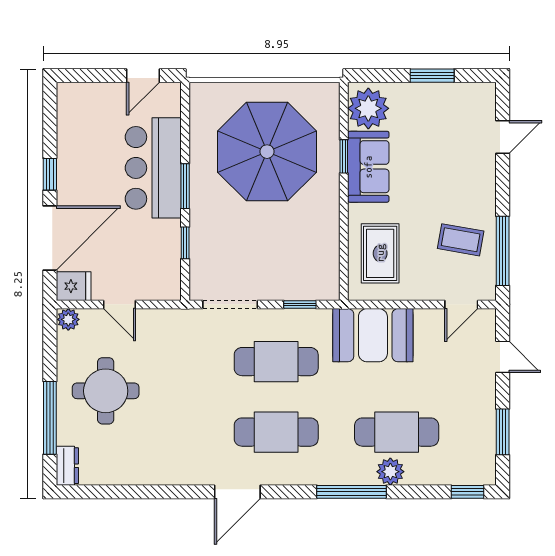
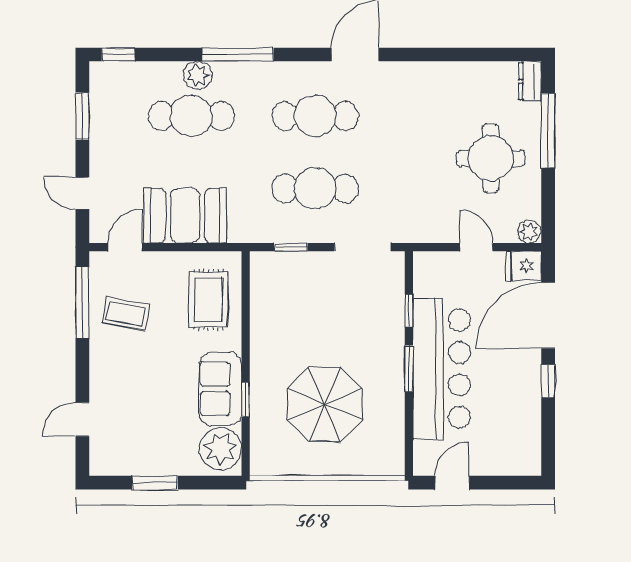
parasol: (267, 152) -> (325, 404), width x0.73, depth x0.73
bar counter: (153, 168) -> (442, 369), width x1.36
booth: (373, 335) -> (185, 216), moved

